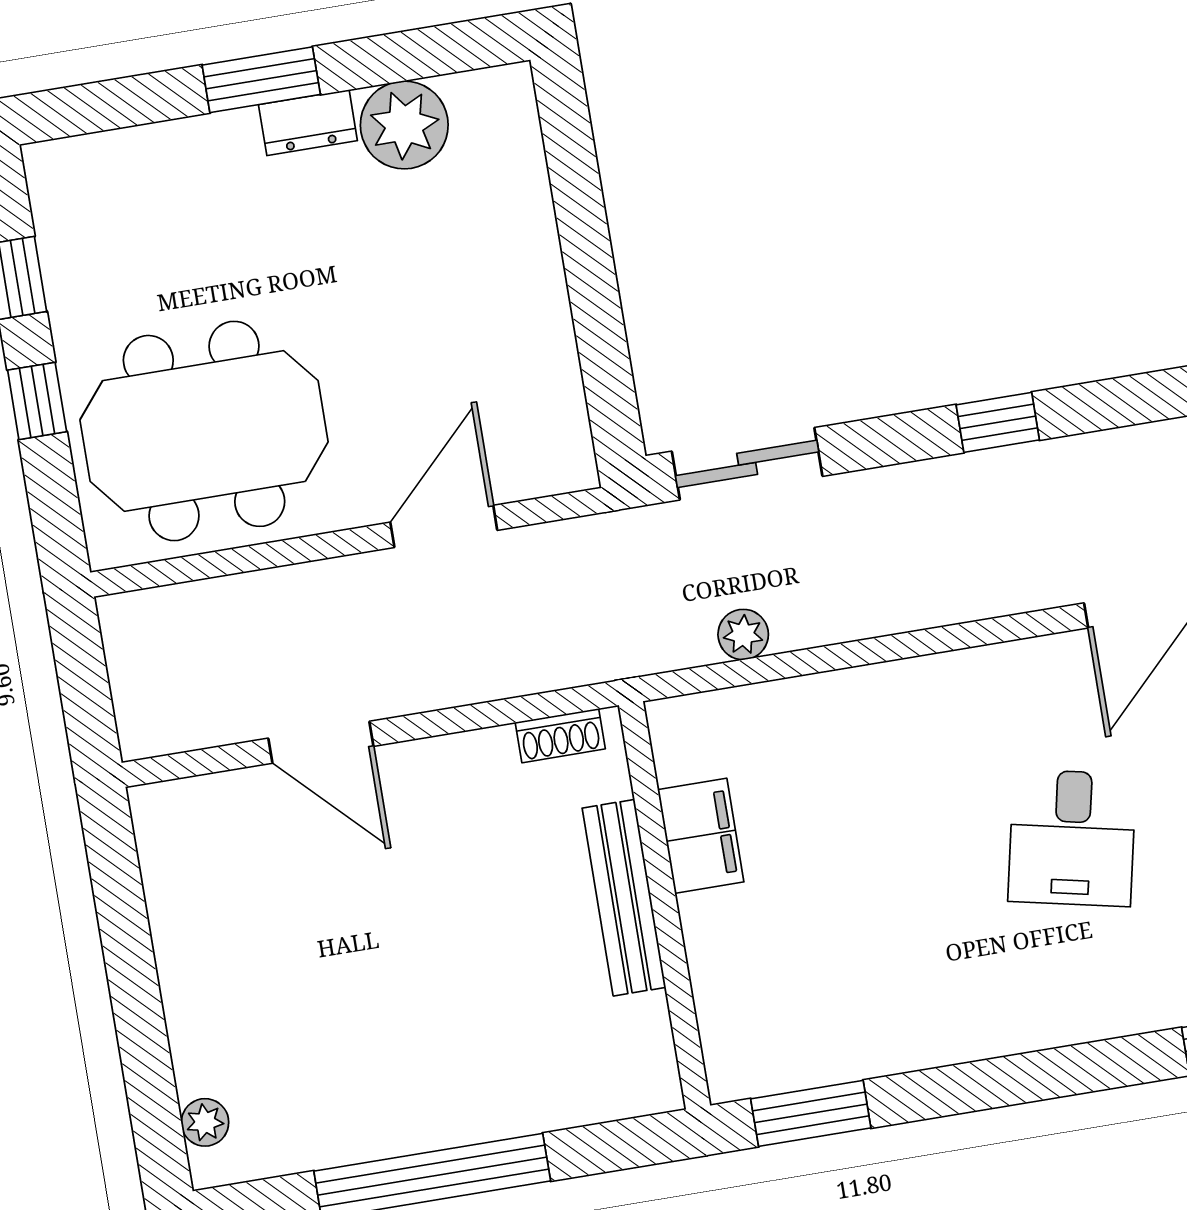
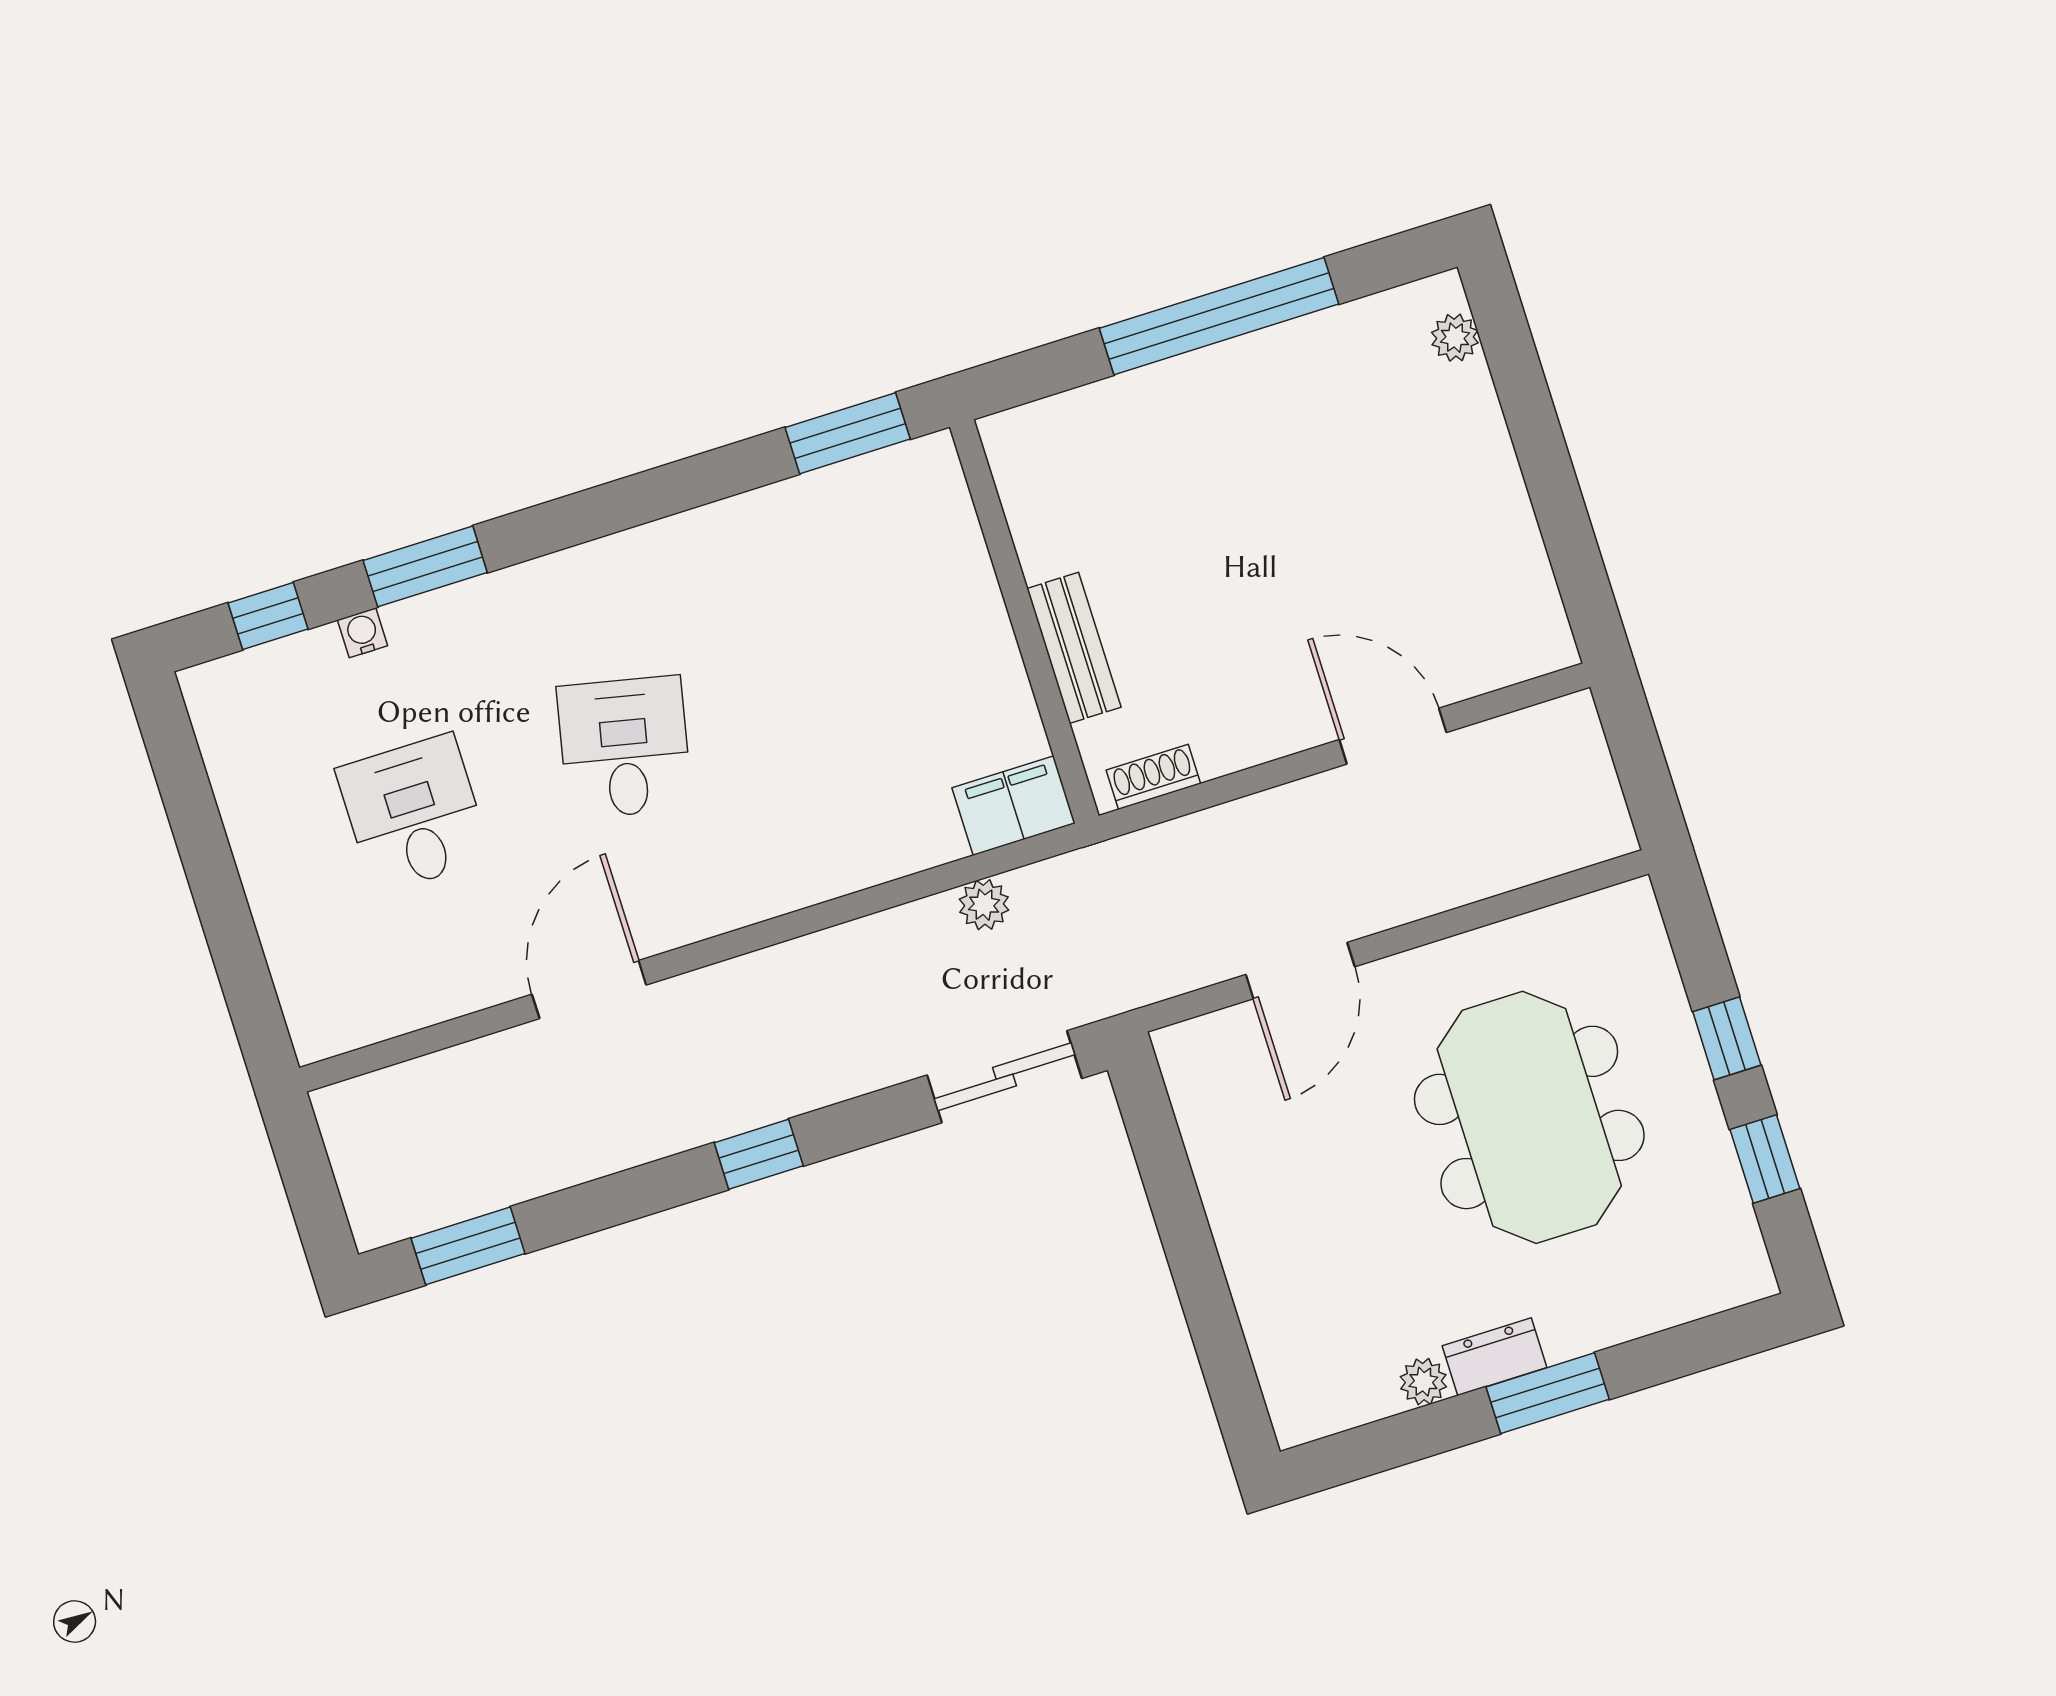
plant: (404, 125) -> (1423, 1382), width x0.53, depth x0.53
meeting table: (204, 431) -> (1529, 1117), moved, turned 90
filing cabinet: (701, 836) -> (1014, 806), moved, turned 90
bench: (624, 898) -> (1074, 648), width x0.73

